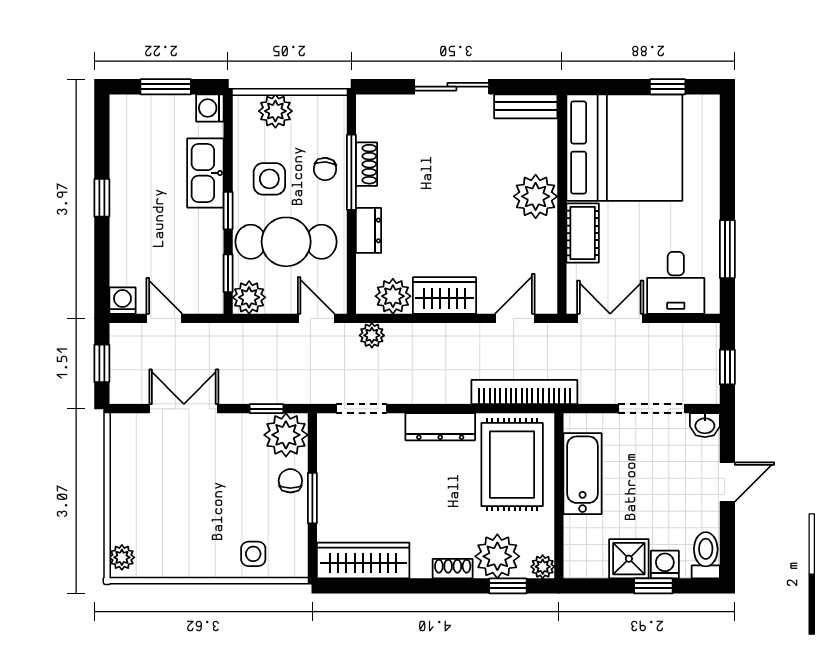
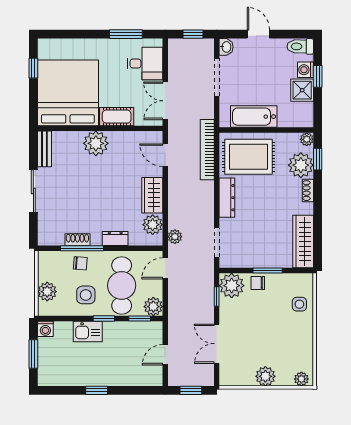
kitchen sink: (205, 173) -> (88, 331), width x0.73
washing machine: (123, 301) -> (155, 379), removed
plant: (127, 494) -> (265, 376), added

